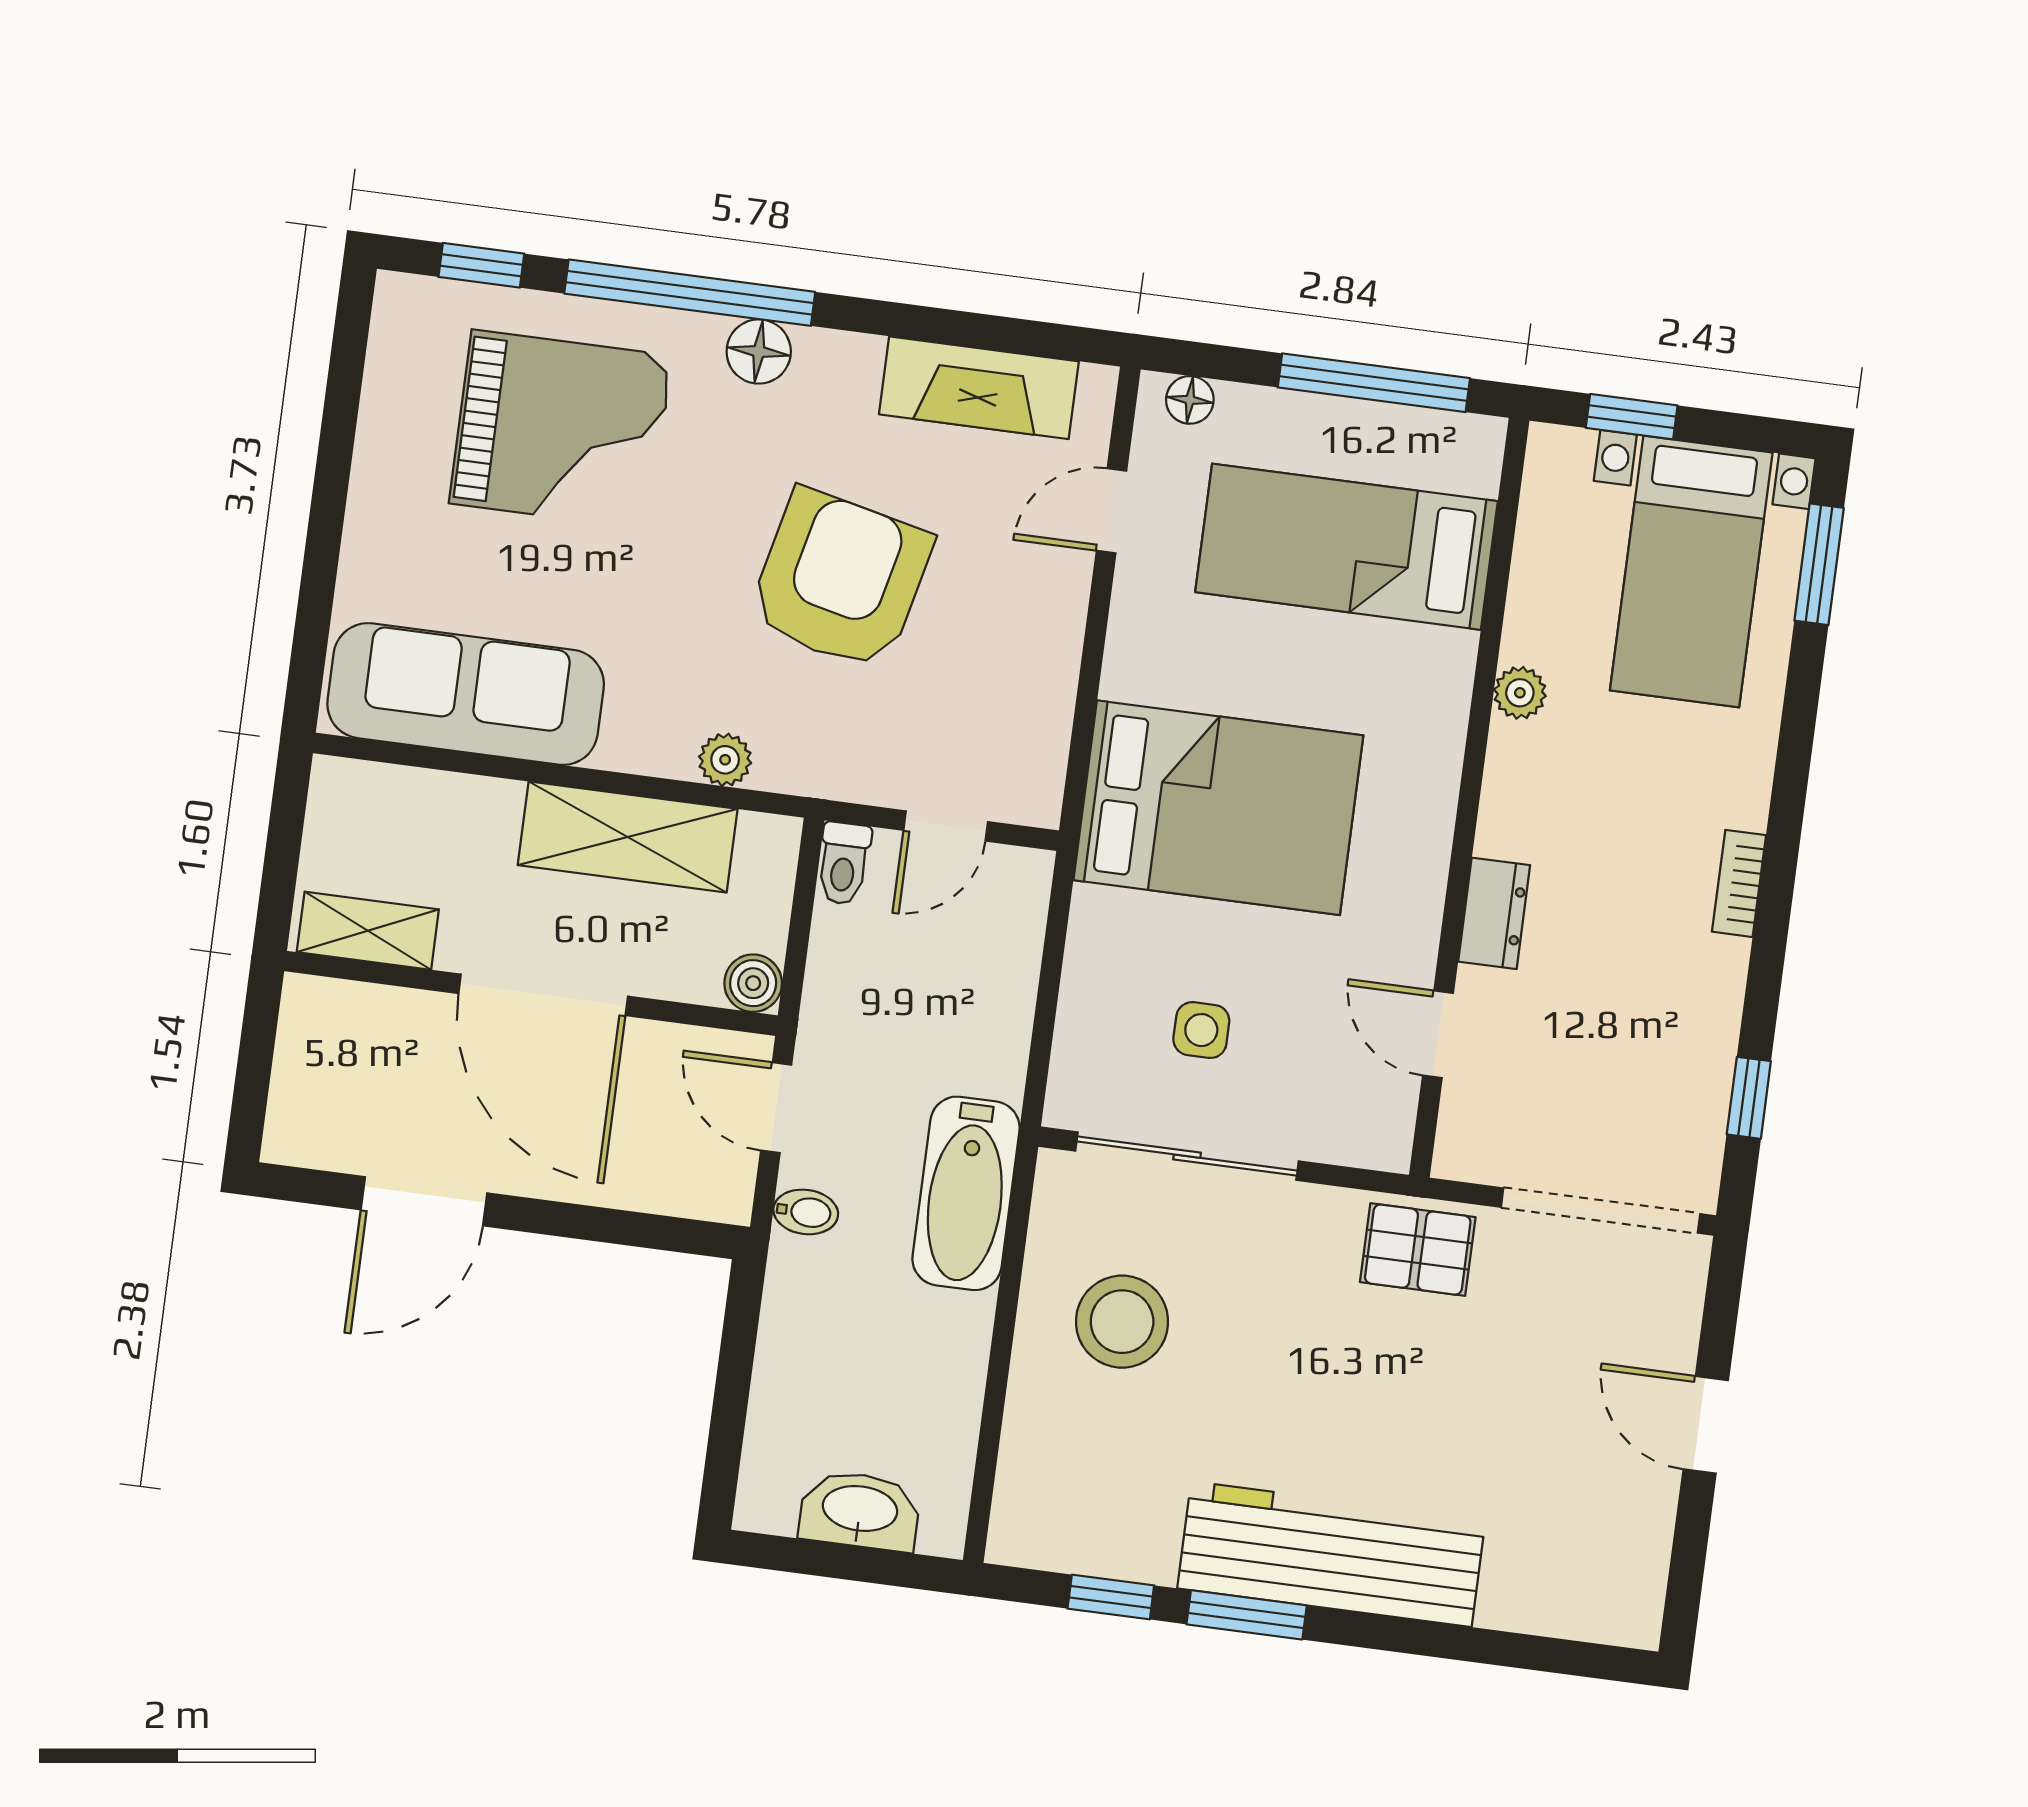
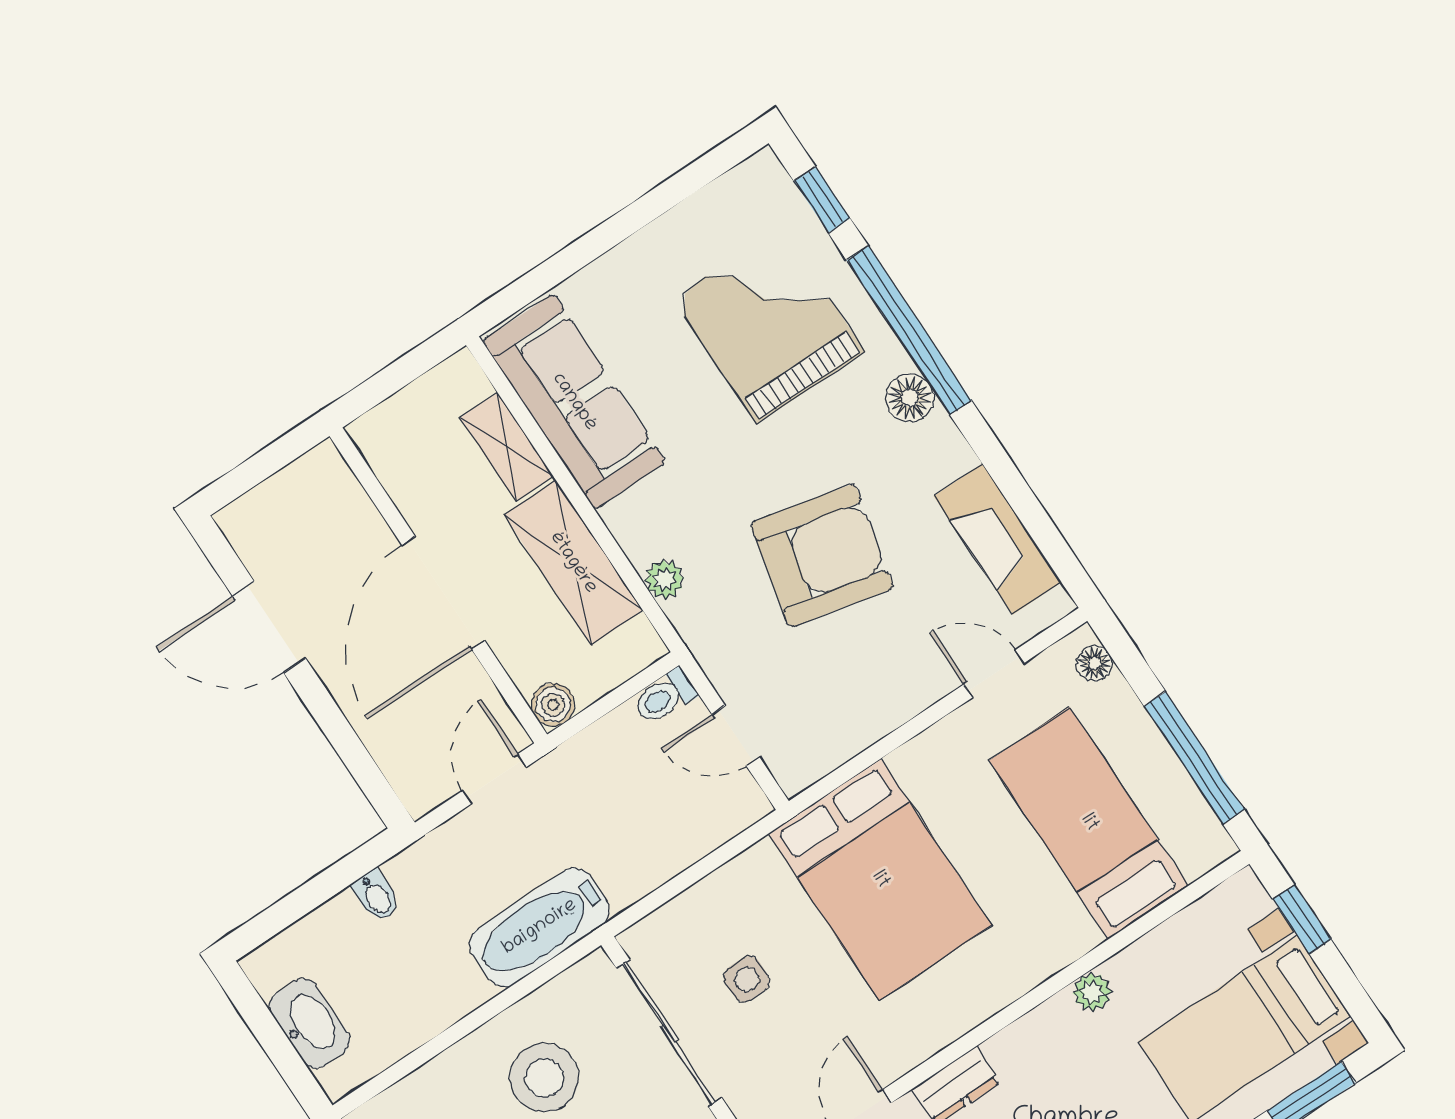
grand piano: (561, 429) -> (769, 325), turned 180
shelving: (368, 931) -> (507, 447), moved
bidet: (806, 1212) -> (376, 896), moved

